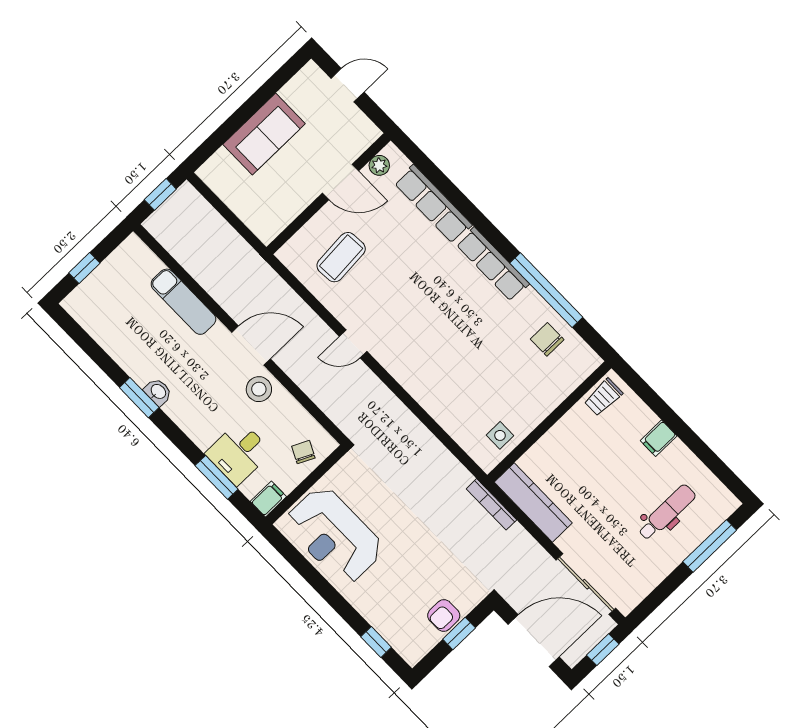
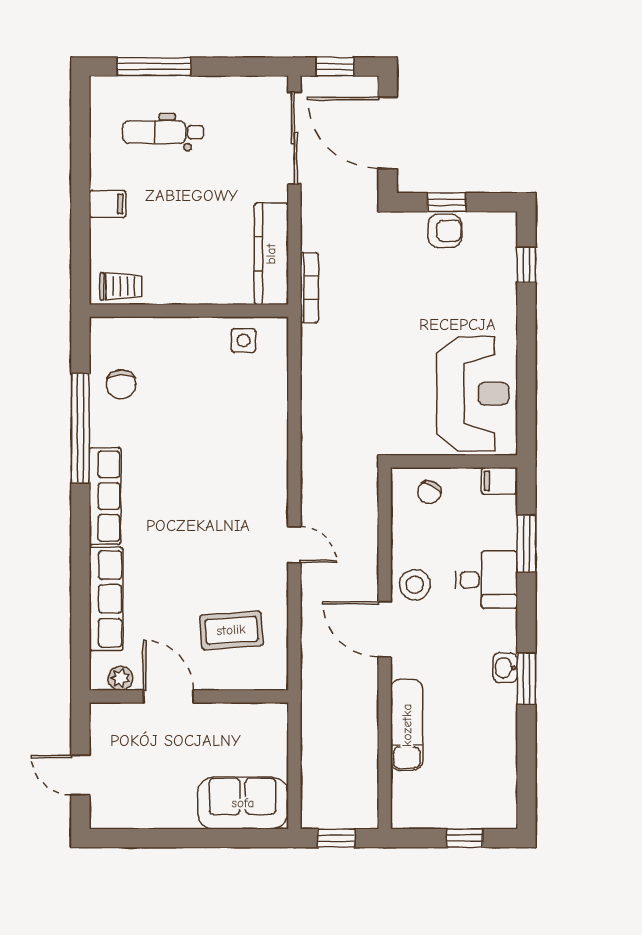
sofa: (264, 134) -> (243, 803), moved
desk: (239, 453) -> (486, 580), moved

